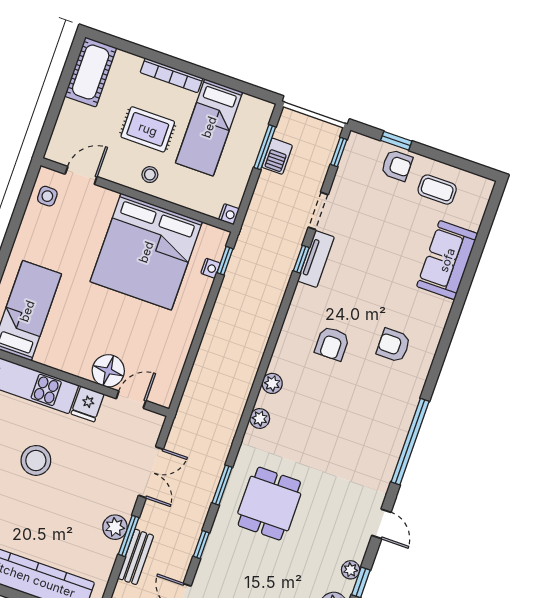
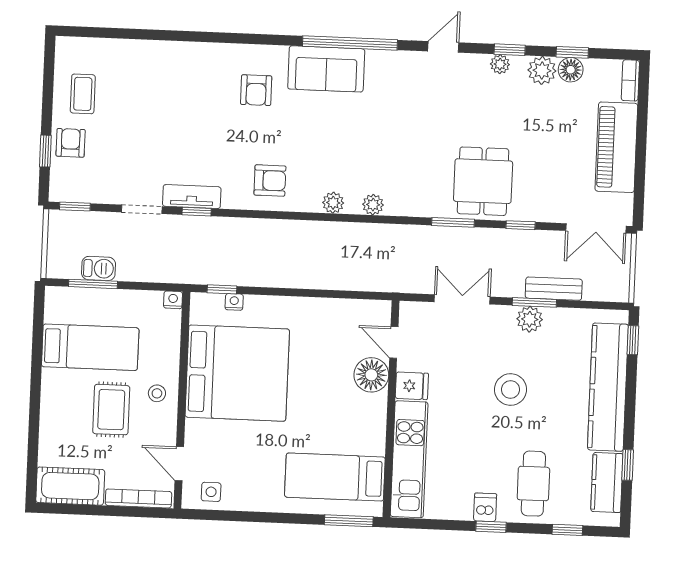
bookcase: (171, 75) -> (138, 498), moved, turned -90
sofa: (447, 260) -> (326, 69), moved
armchair: (332, 344) -> (270, 181), moved
stool: (36, 460) -> (510, 390), moved
dining table: (269, 504) -> (483, 181), moved, turned 90

